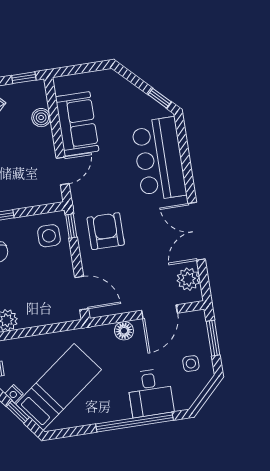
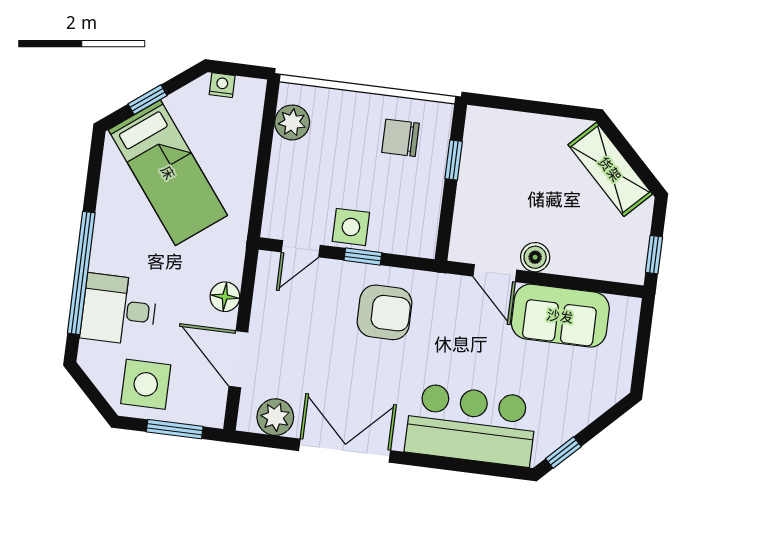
boiler: (41, 118) -> (535, 257), moved
window: (71, 226) -> (363, 256), moved
side table: (49, 236) -> (351, 227), moved
door: (82, 293) -> (301, 249), width x0.73
side table: (191, 364) -> (146, 384), width x1.87, depth x1.87
nightstand: (14, 394) -> (177, 102), removed

